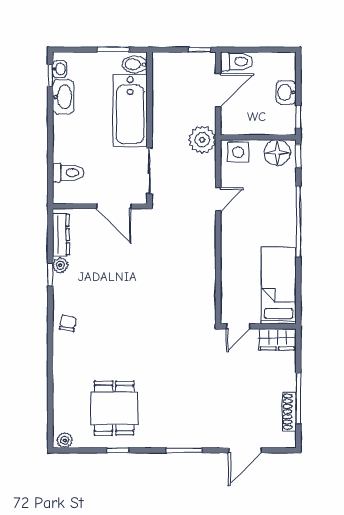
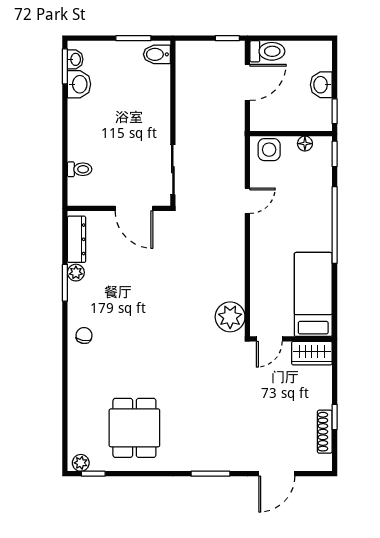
window: (50, 76) -> (65, 66), width x1.50
washbasin: (63, 97) -> (79, 84), width x0.72
bathtub: (130, 111) -> (152, 105), removed
plant: (202, 140) -> (230, 317), moved
floor lamp: (277, 153) -> (305, 144), width x0.53, depth x0.53
toilet: (68, 173) -> (80, 169), width x0.73, depth x0.72
window: (50, 275) -> (65, 283), width x1.50
window: (298, 398) -> (335, 417), width x0.46
window: (118, 450) -> (93, 474), moved

